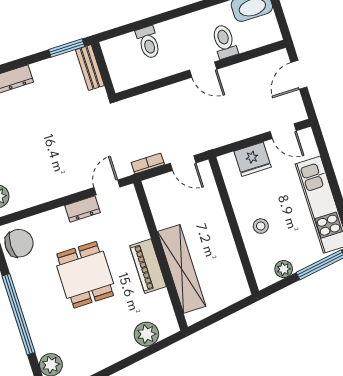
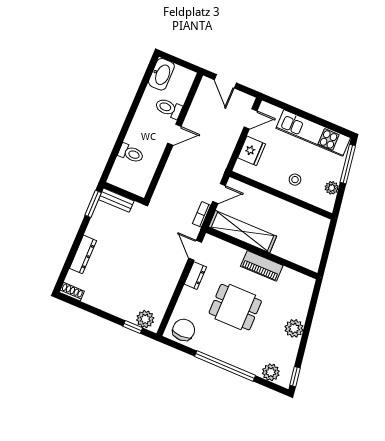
shelving: (182, 269) -> (243, 232), moved
plant: (146, 334) -> (294, 328), moved

